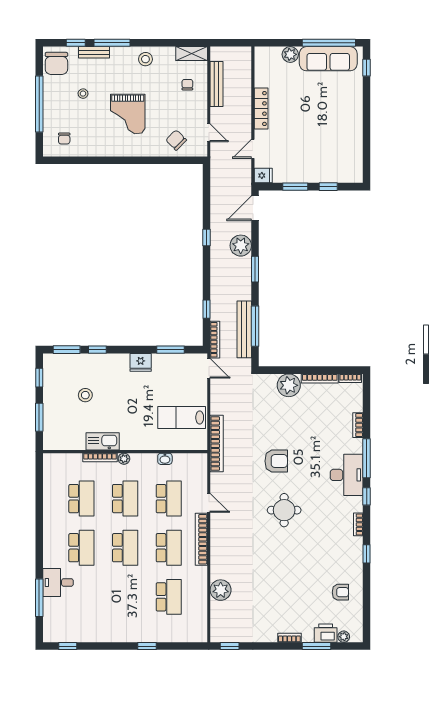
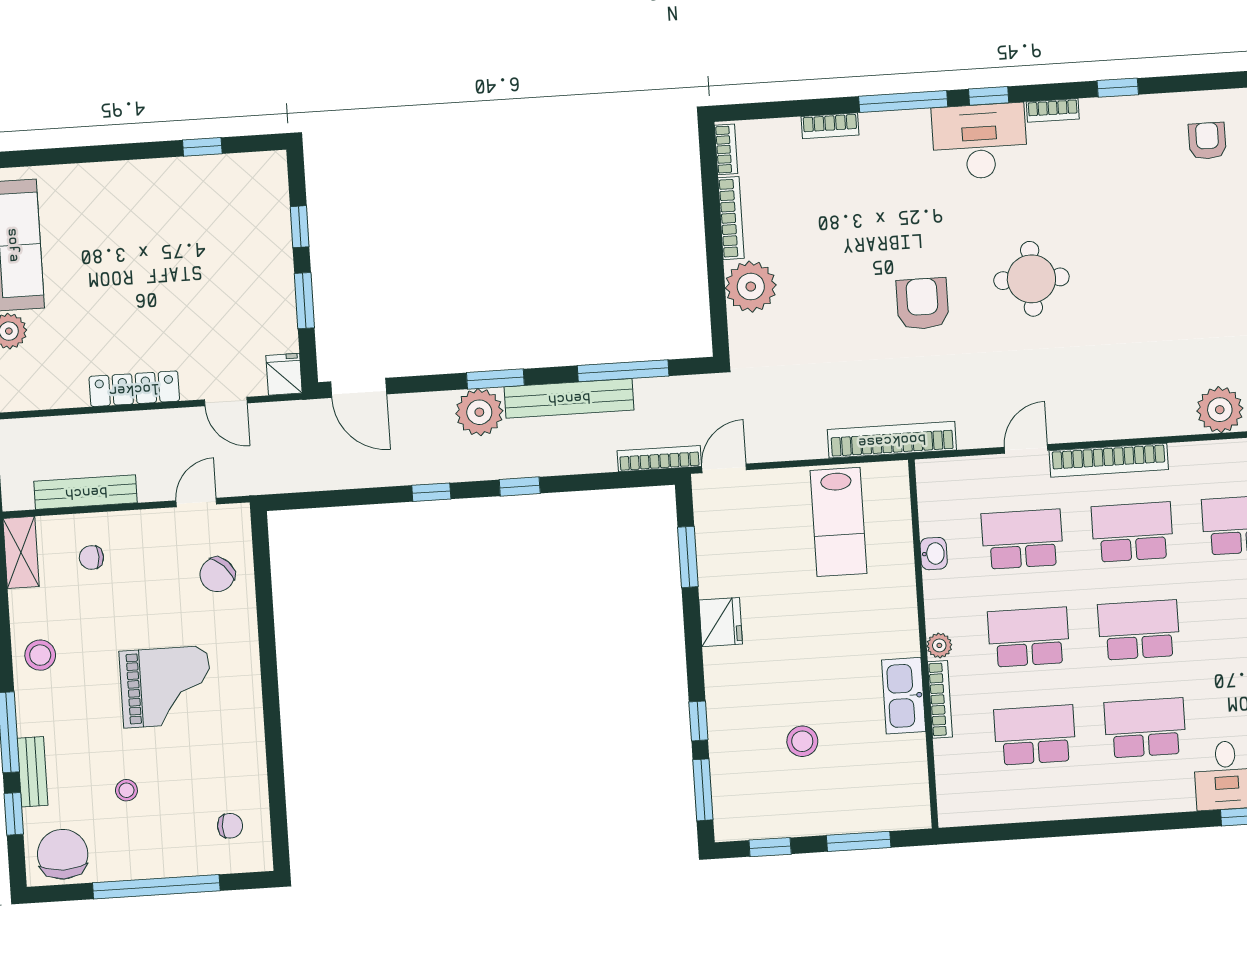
chair: (56, 63) -> (63, 854), turned -90
window: (367, 68) -> (202, 147), moved
plant: (241, 246) -> (479, 412), moved
window: (207, 309) -> (520, 487), moved
bench: (244, 329) -> (569, 398), moved
desk: (347, 475) -> (980, 141), moved

